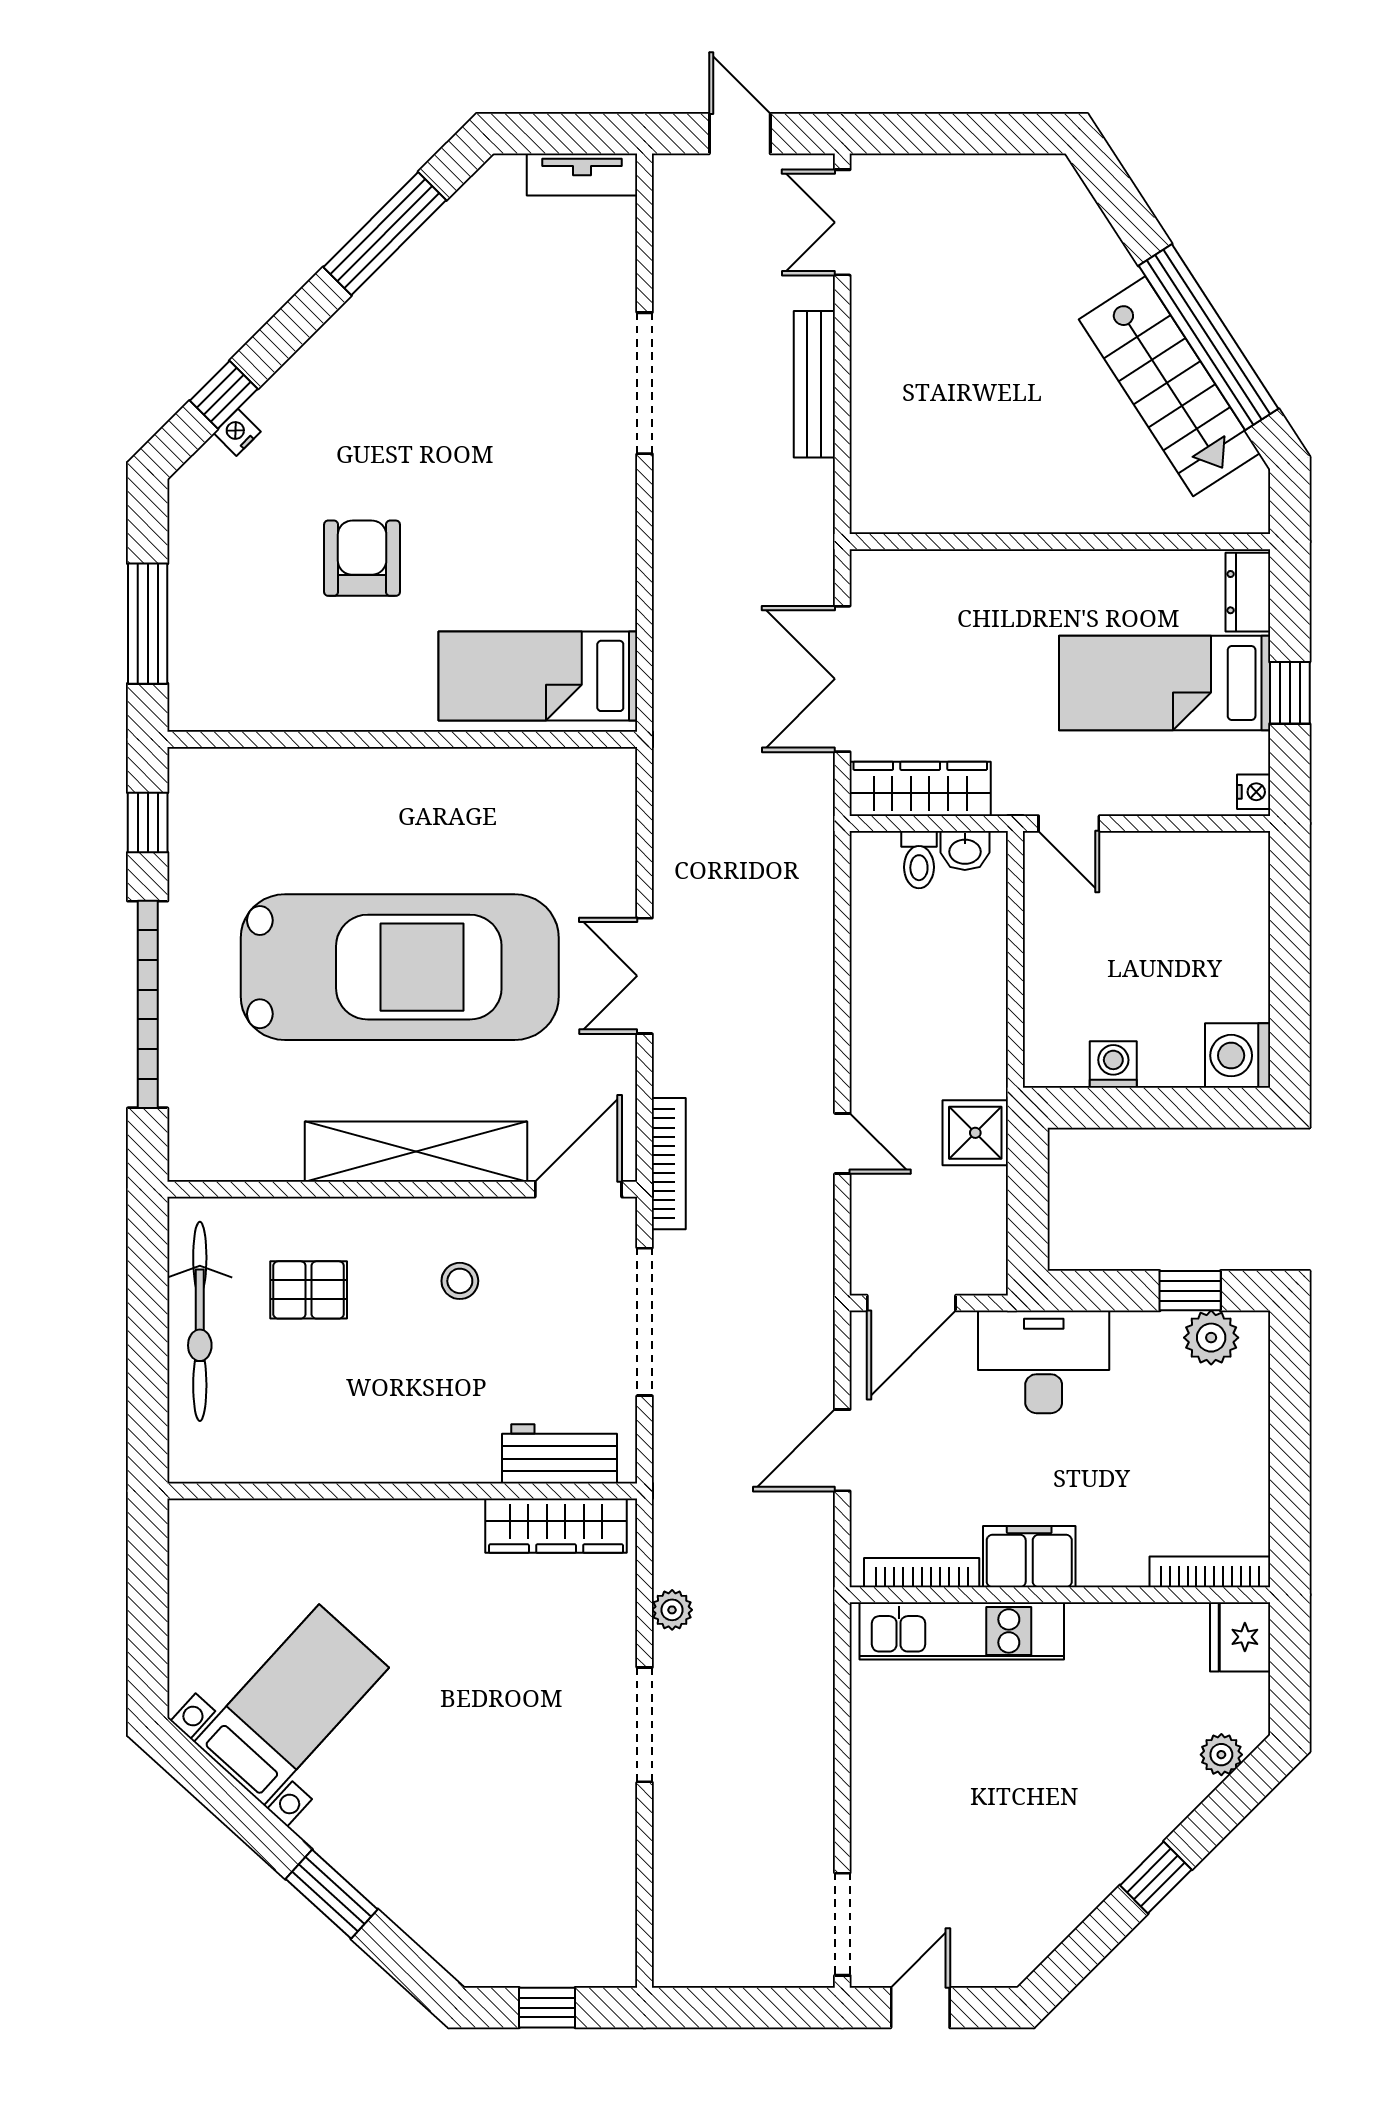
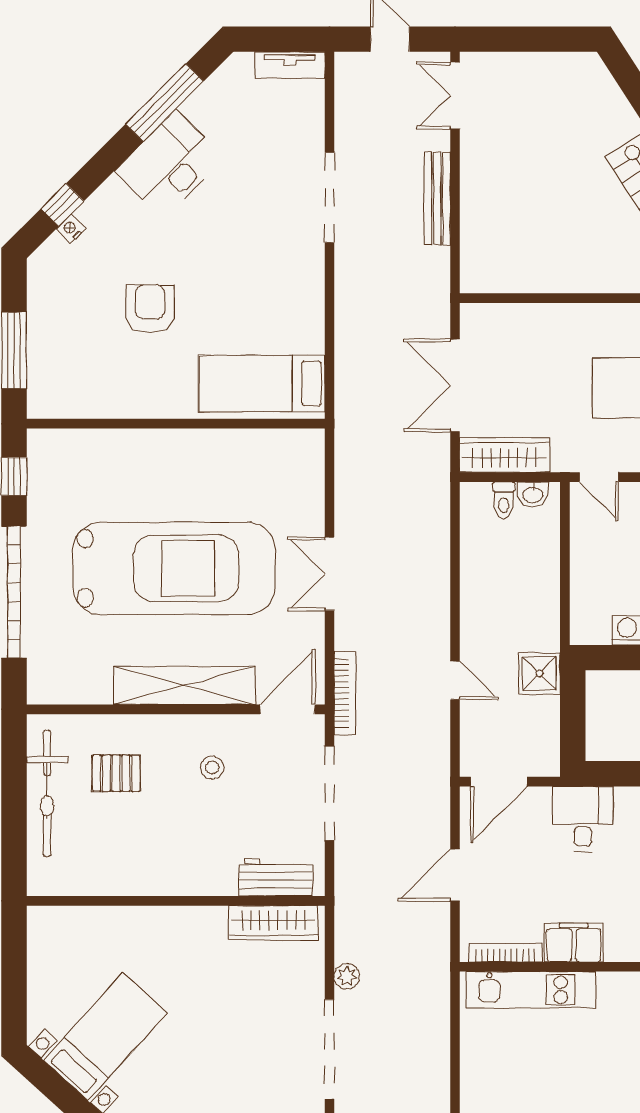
desk: (393, 331) -> (169, 164), added
desk: (1044, 1362) -> (583, 819), width x0.73
doorway: (645, 1725) -> (329, 1049), width x1.36

